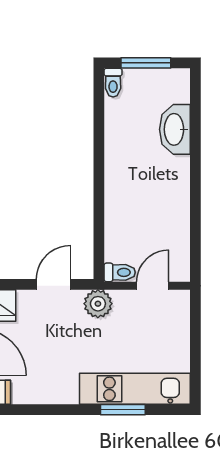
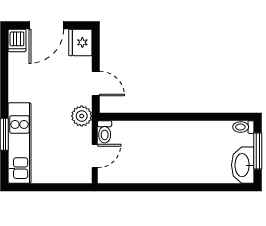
washbasin: (175, 129) -> (243, 165), moved, turned -90
door: (153, 286) -> (95, 156), hinge flipped

